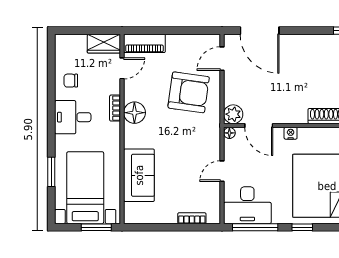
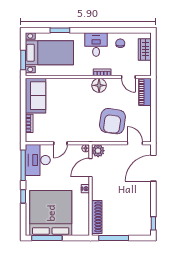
wardrobe: (104, 44) -> (145, 49), moved
door: (222, 171) -> (60, 143), swing flipped
sofa: (139, 175) -> (36, 96), moved, turned -90

